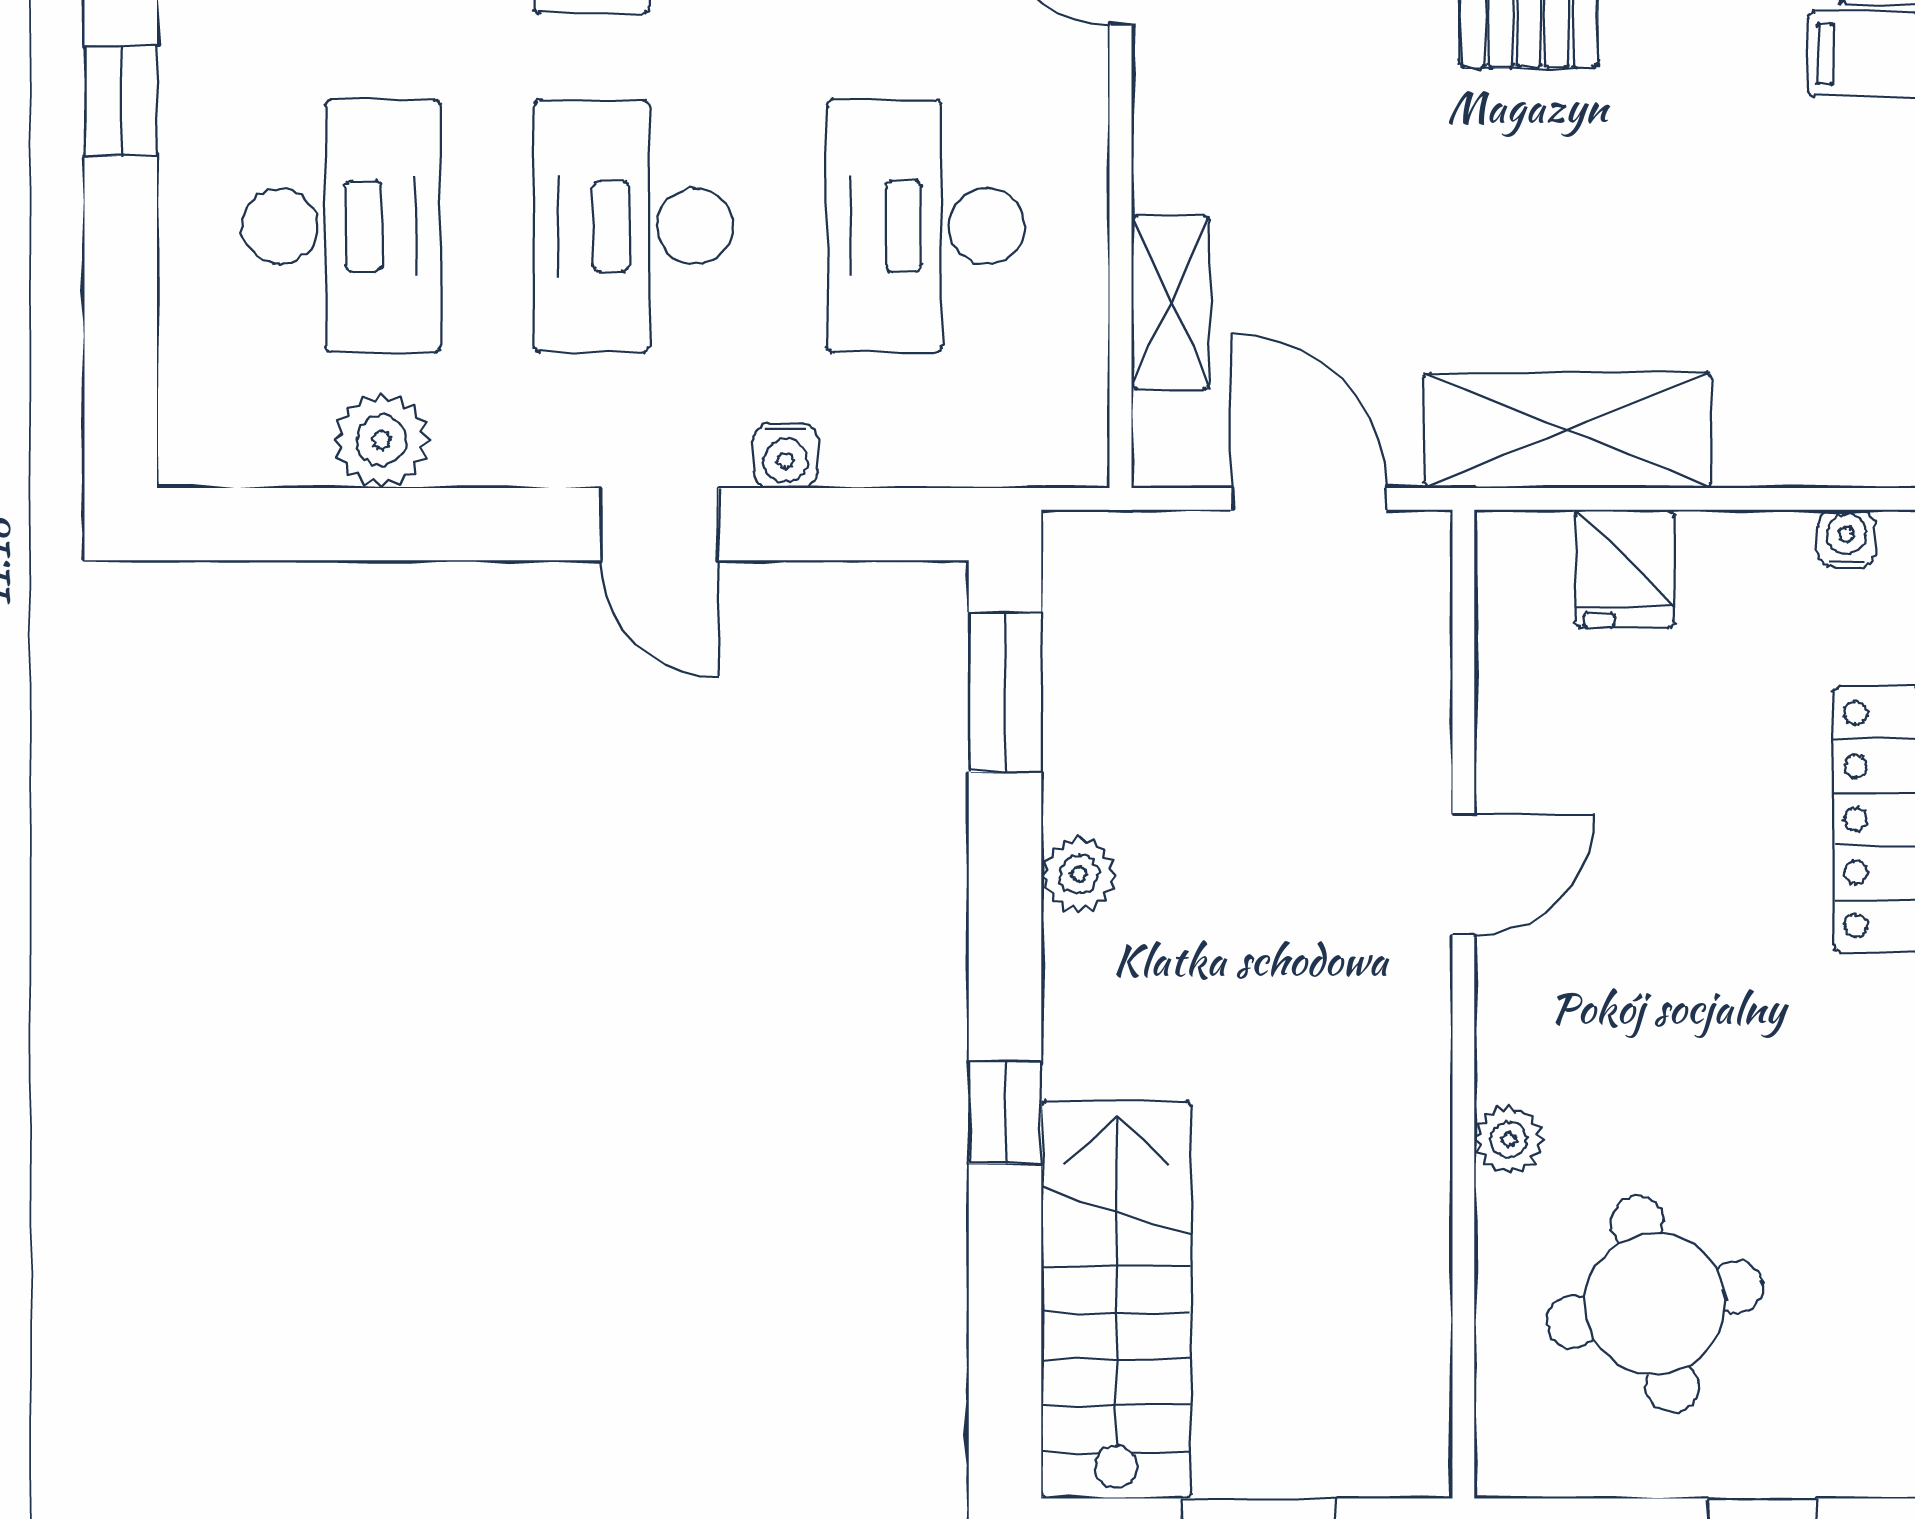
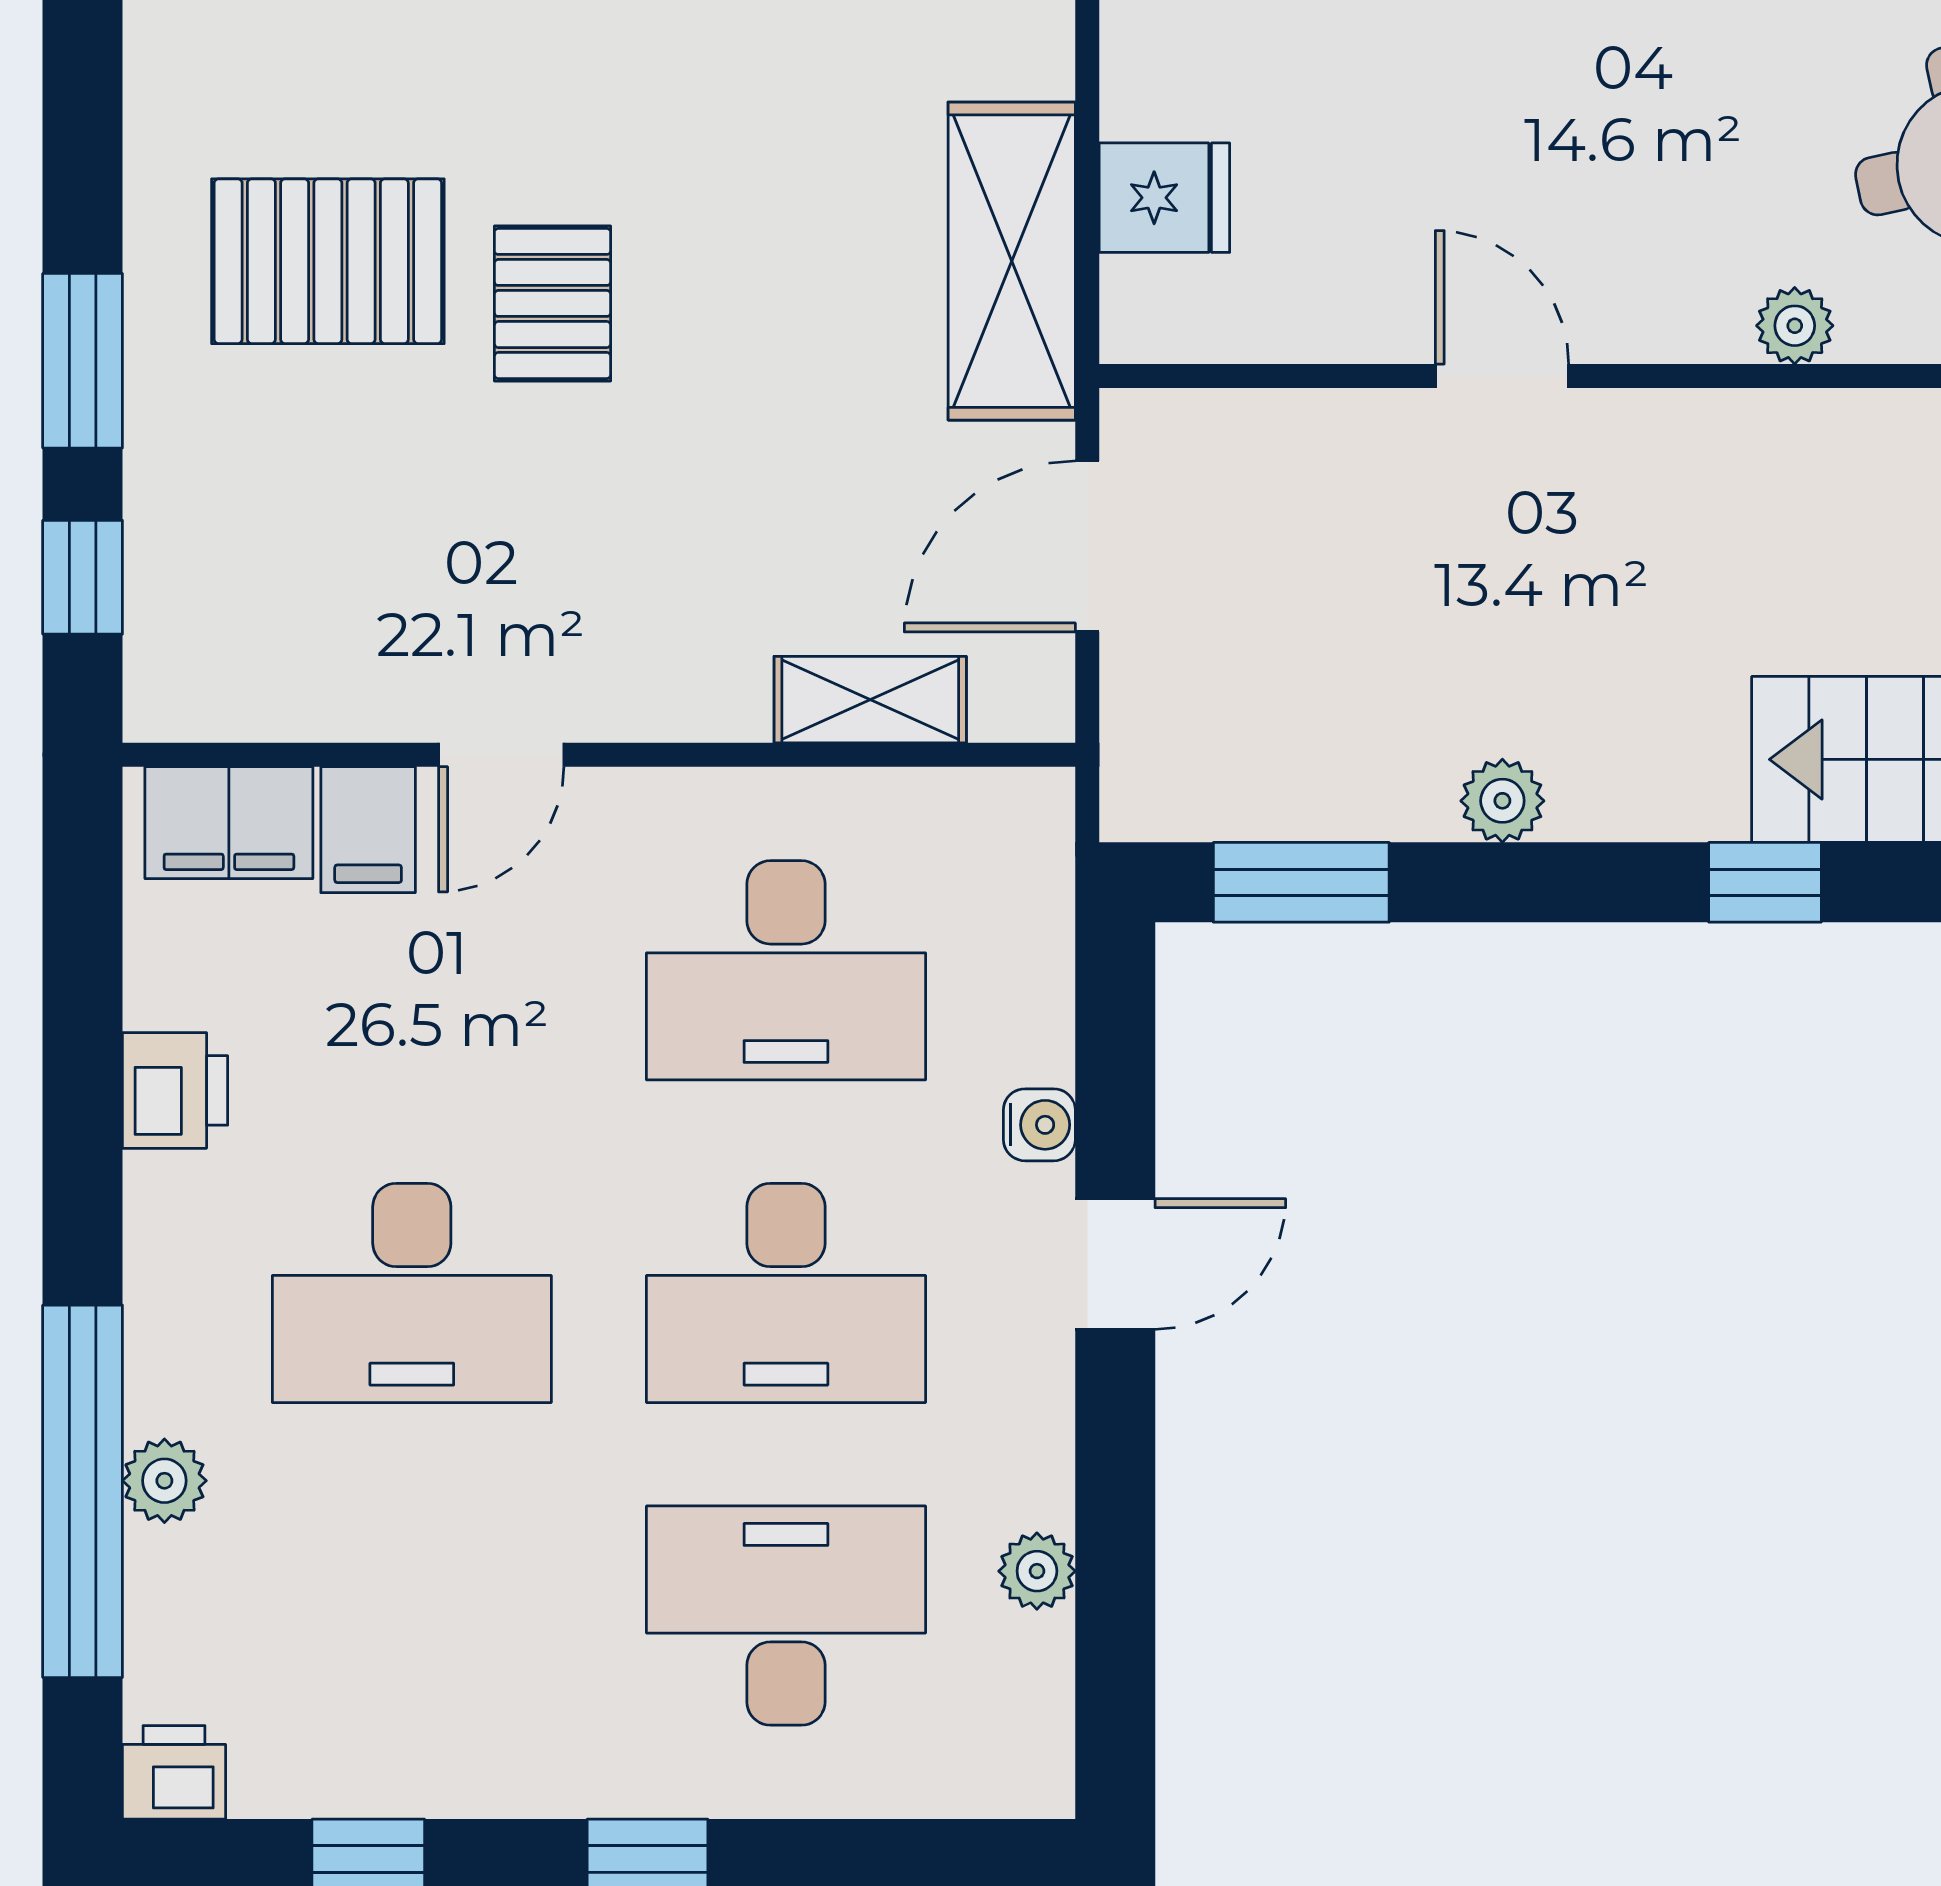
plant: (382, 440) -> (1037, 1571), width x0.73, depth x0.73

